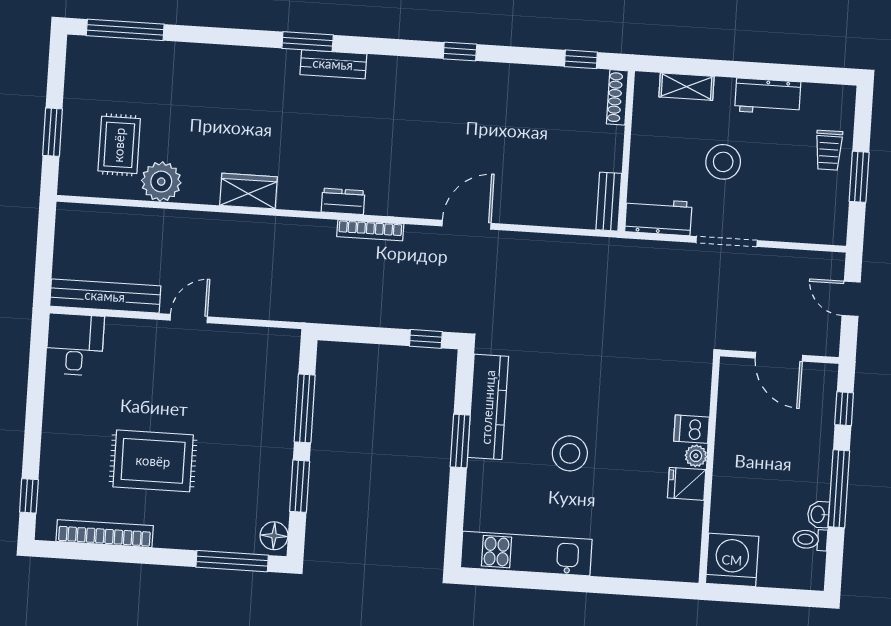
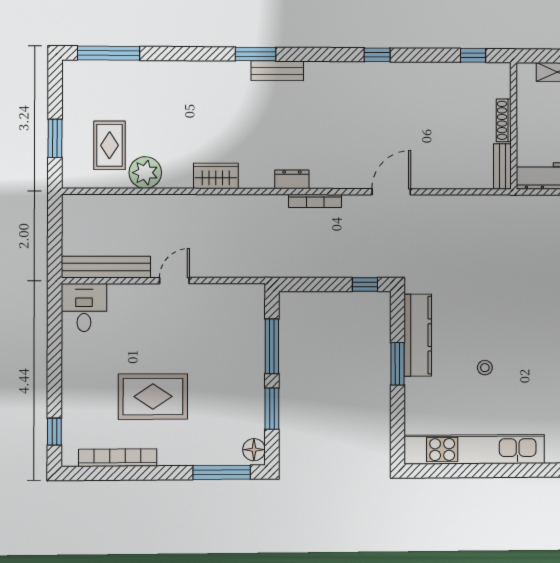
shoe rack: (617, 97) -> (504, 120), moved
stool: (570, 453) -> (485, 368), width x0.53, depth x0.53
kitchen unit: (526, 553) -> (474, 449), width x1.36

